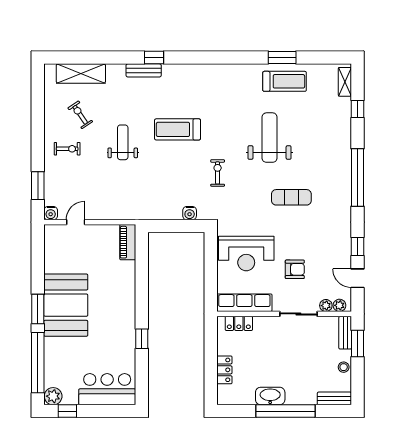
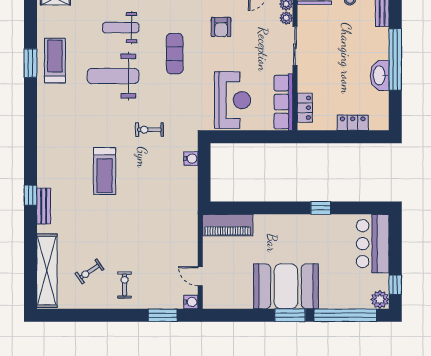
shelving: (81, 74) -> (47, 271), width x1.47
weight bench: (123, 142) -> (121, 28), moved
piano: (128, 242) -> (228, 225), width x1.37, depth x1.33
armchair: (295, 269) -> (221, 27), moved, turned 180

